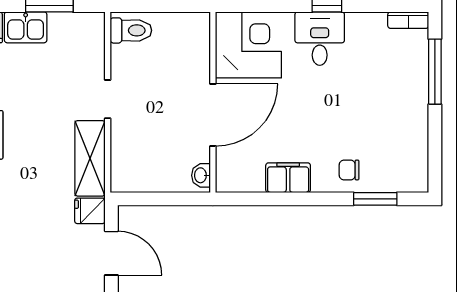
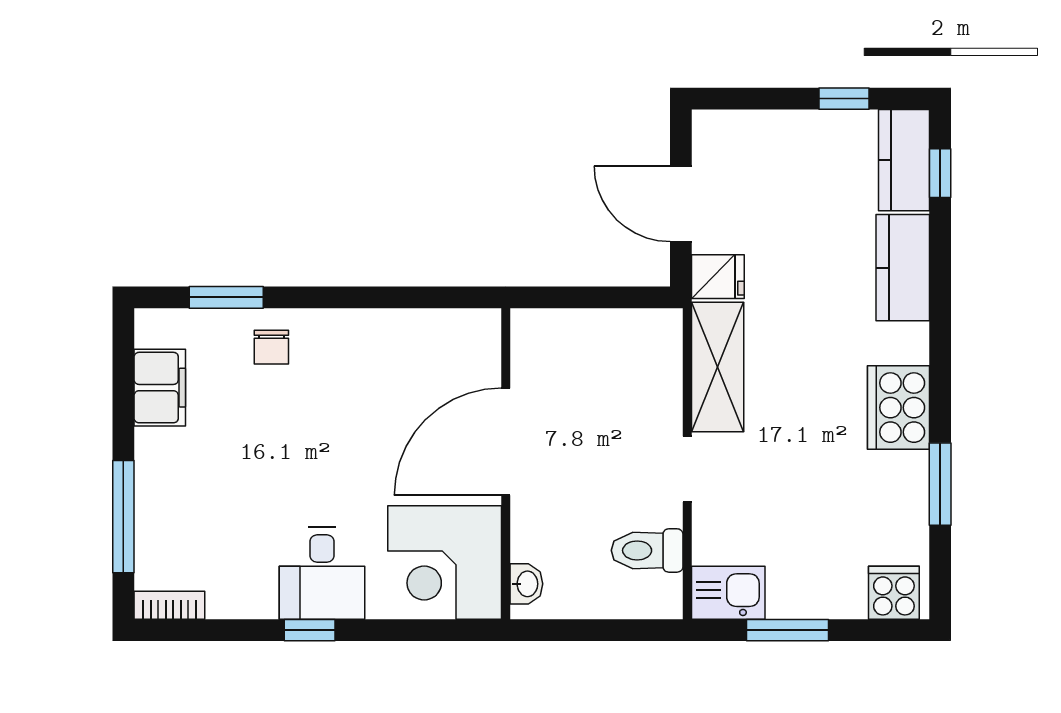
kitchen sink: (26, 27) -> (728, 593), moved
toilet: (131, 30) -> (647, 550), moved
chair: (349, 170) -> (271, 347), turned 90
washbasin: (201, 175) -> (526, 584), moved
filing cabinet: (288, 178) -> (160, 388), moved, turned -90

